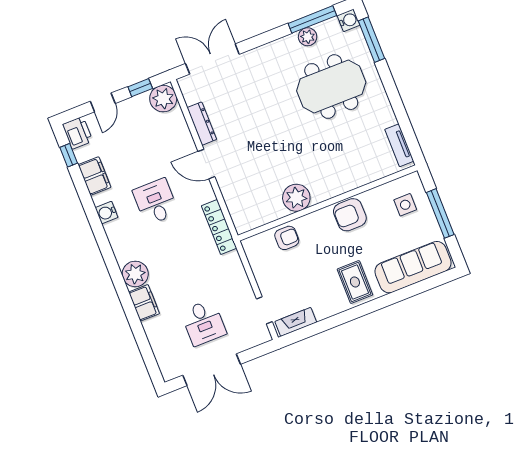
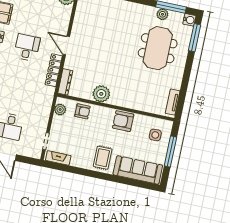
meeting table: (331, 87) -> (158, 48), turned 90
dresser: (202, 124) -> (65, 82), moved
locker: (219, 227) -> (54, 70), moved
plant: (255, 255) -> (60, 109), added

